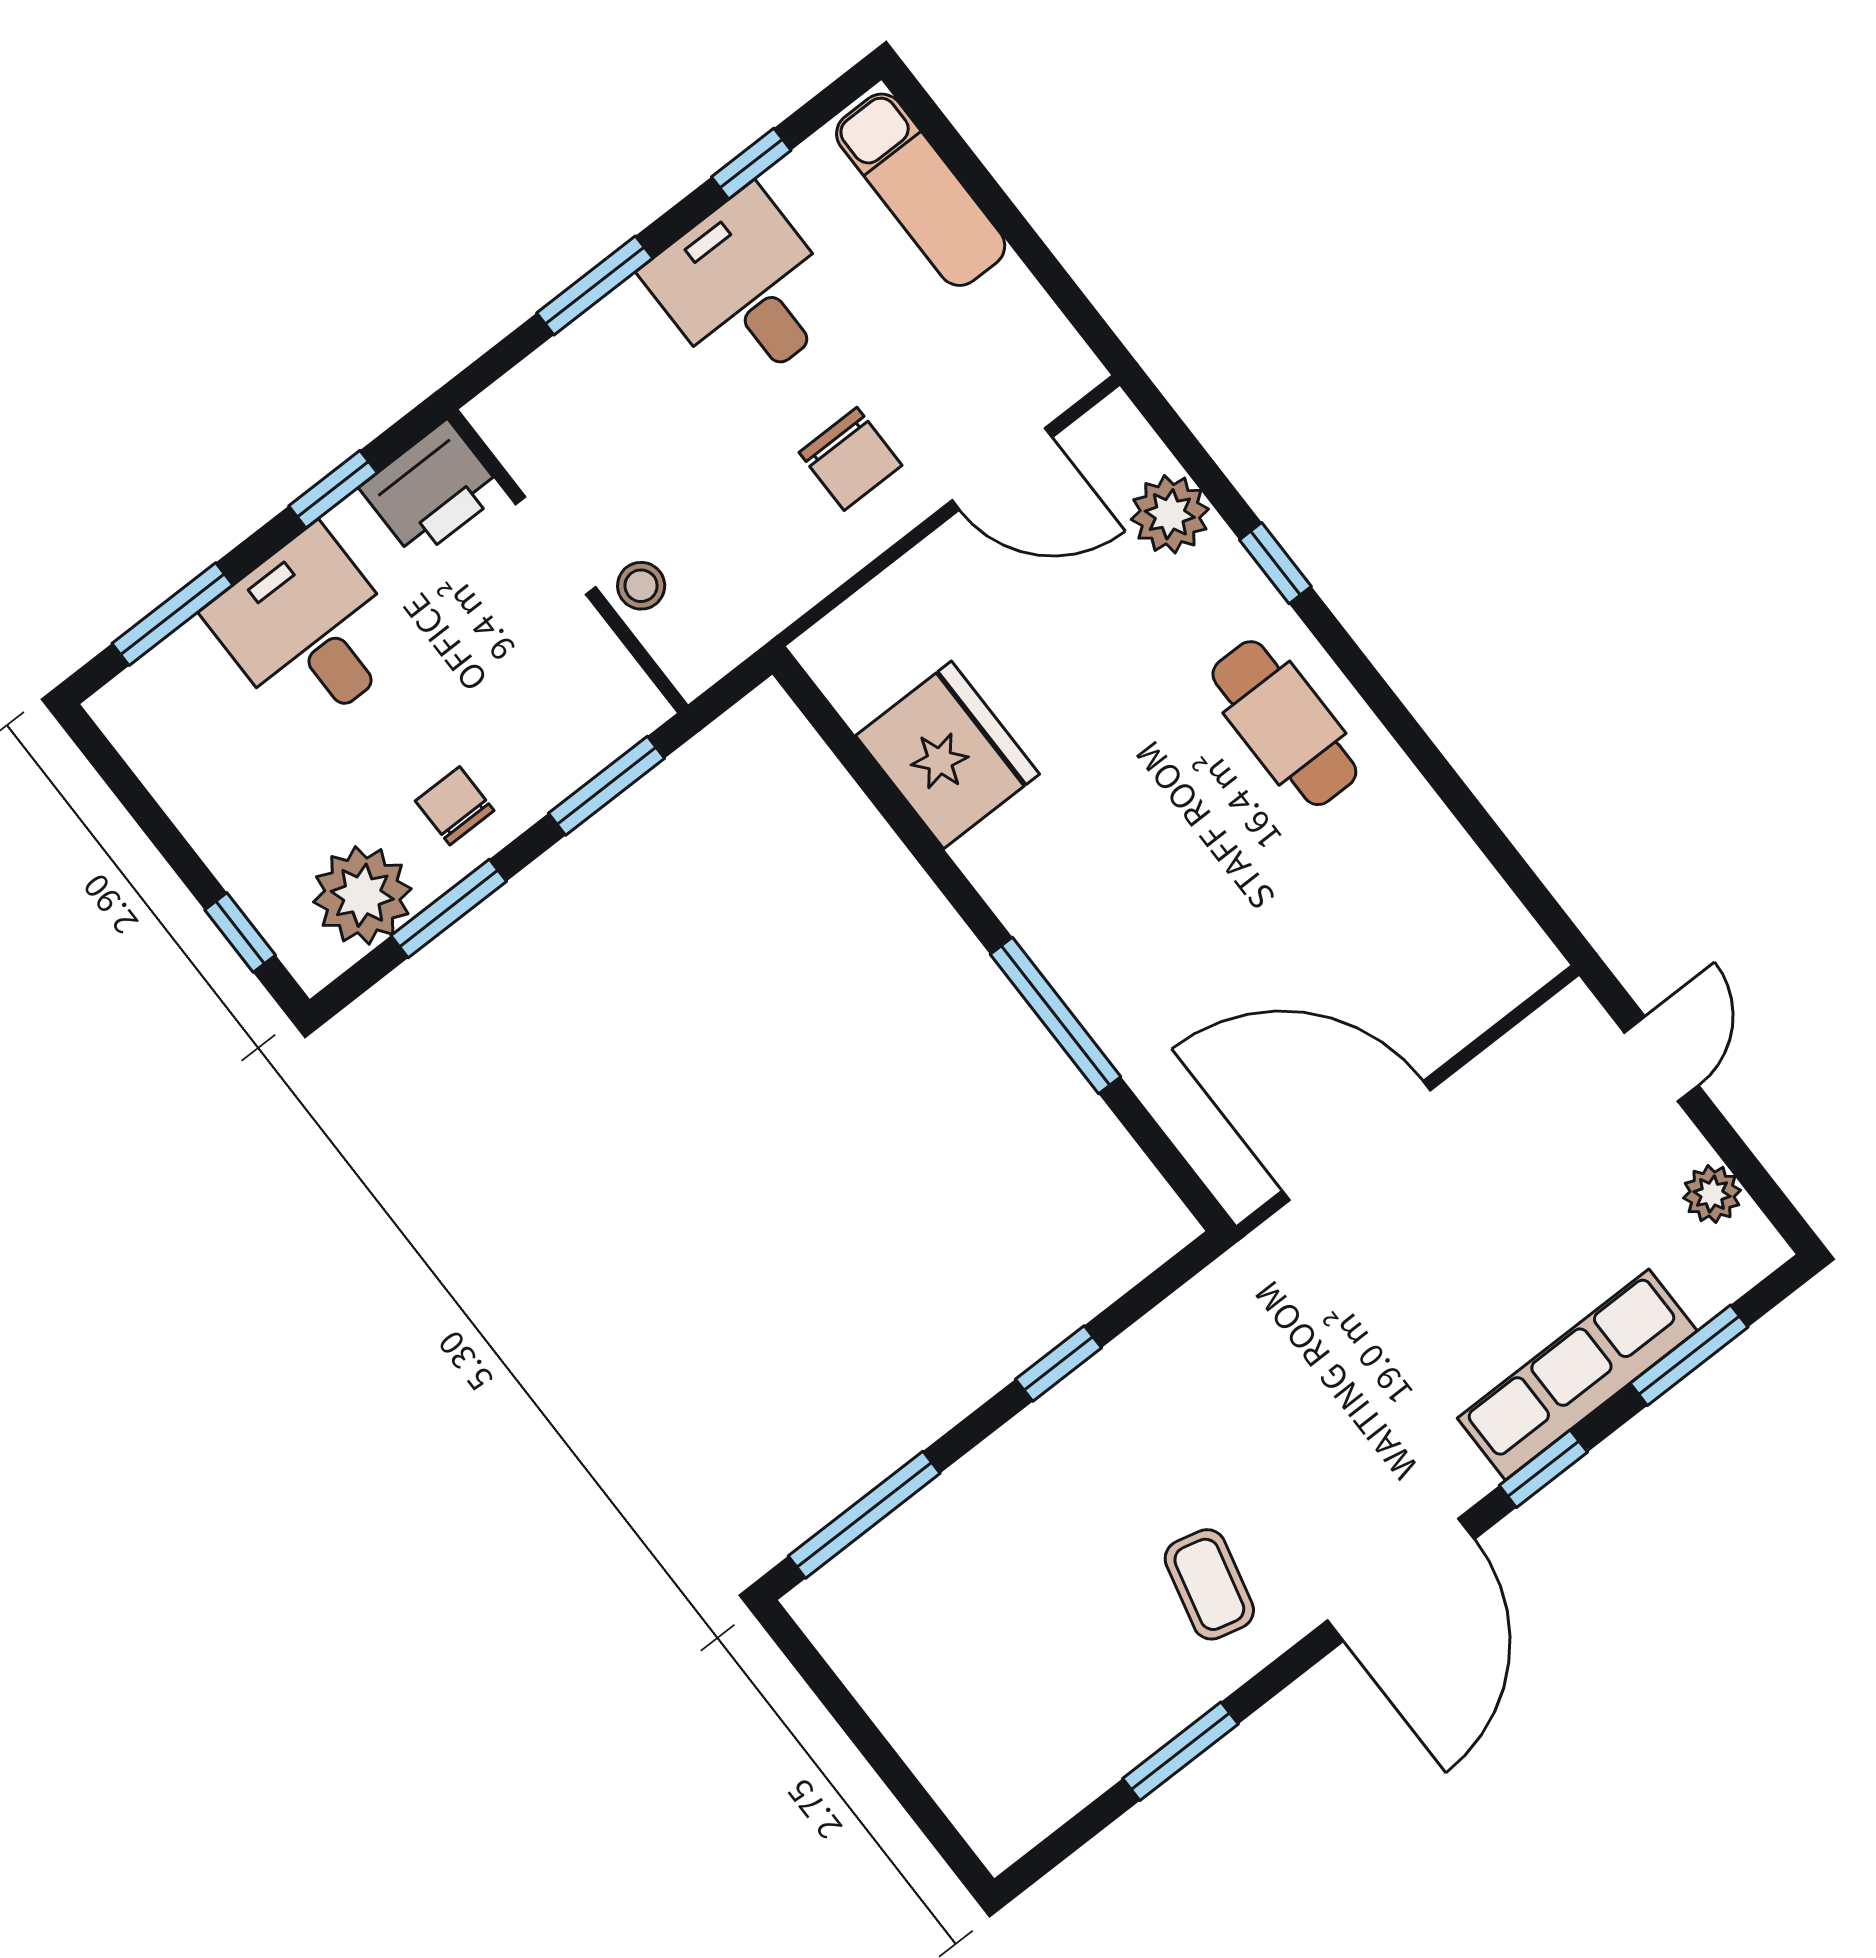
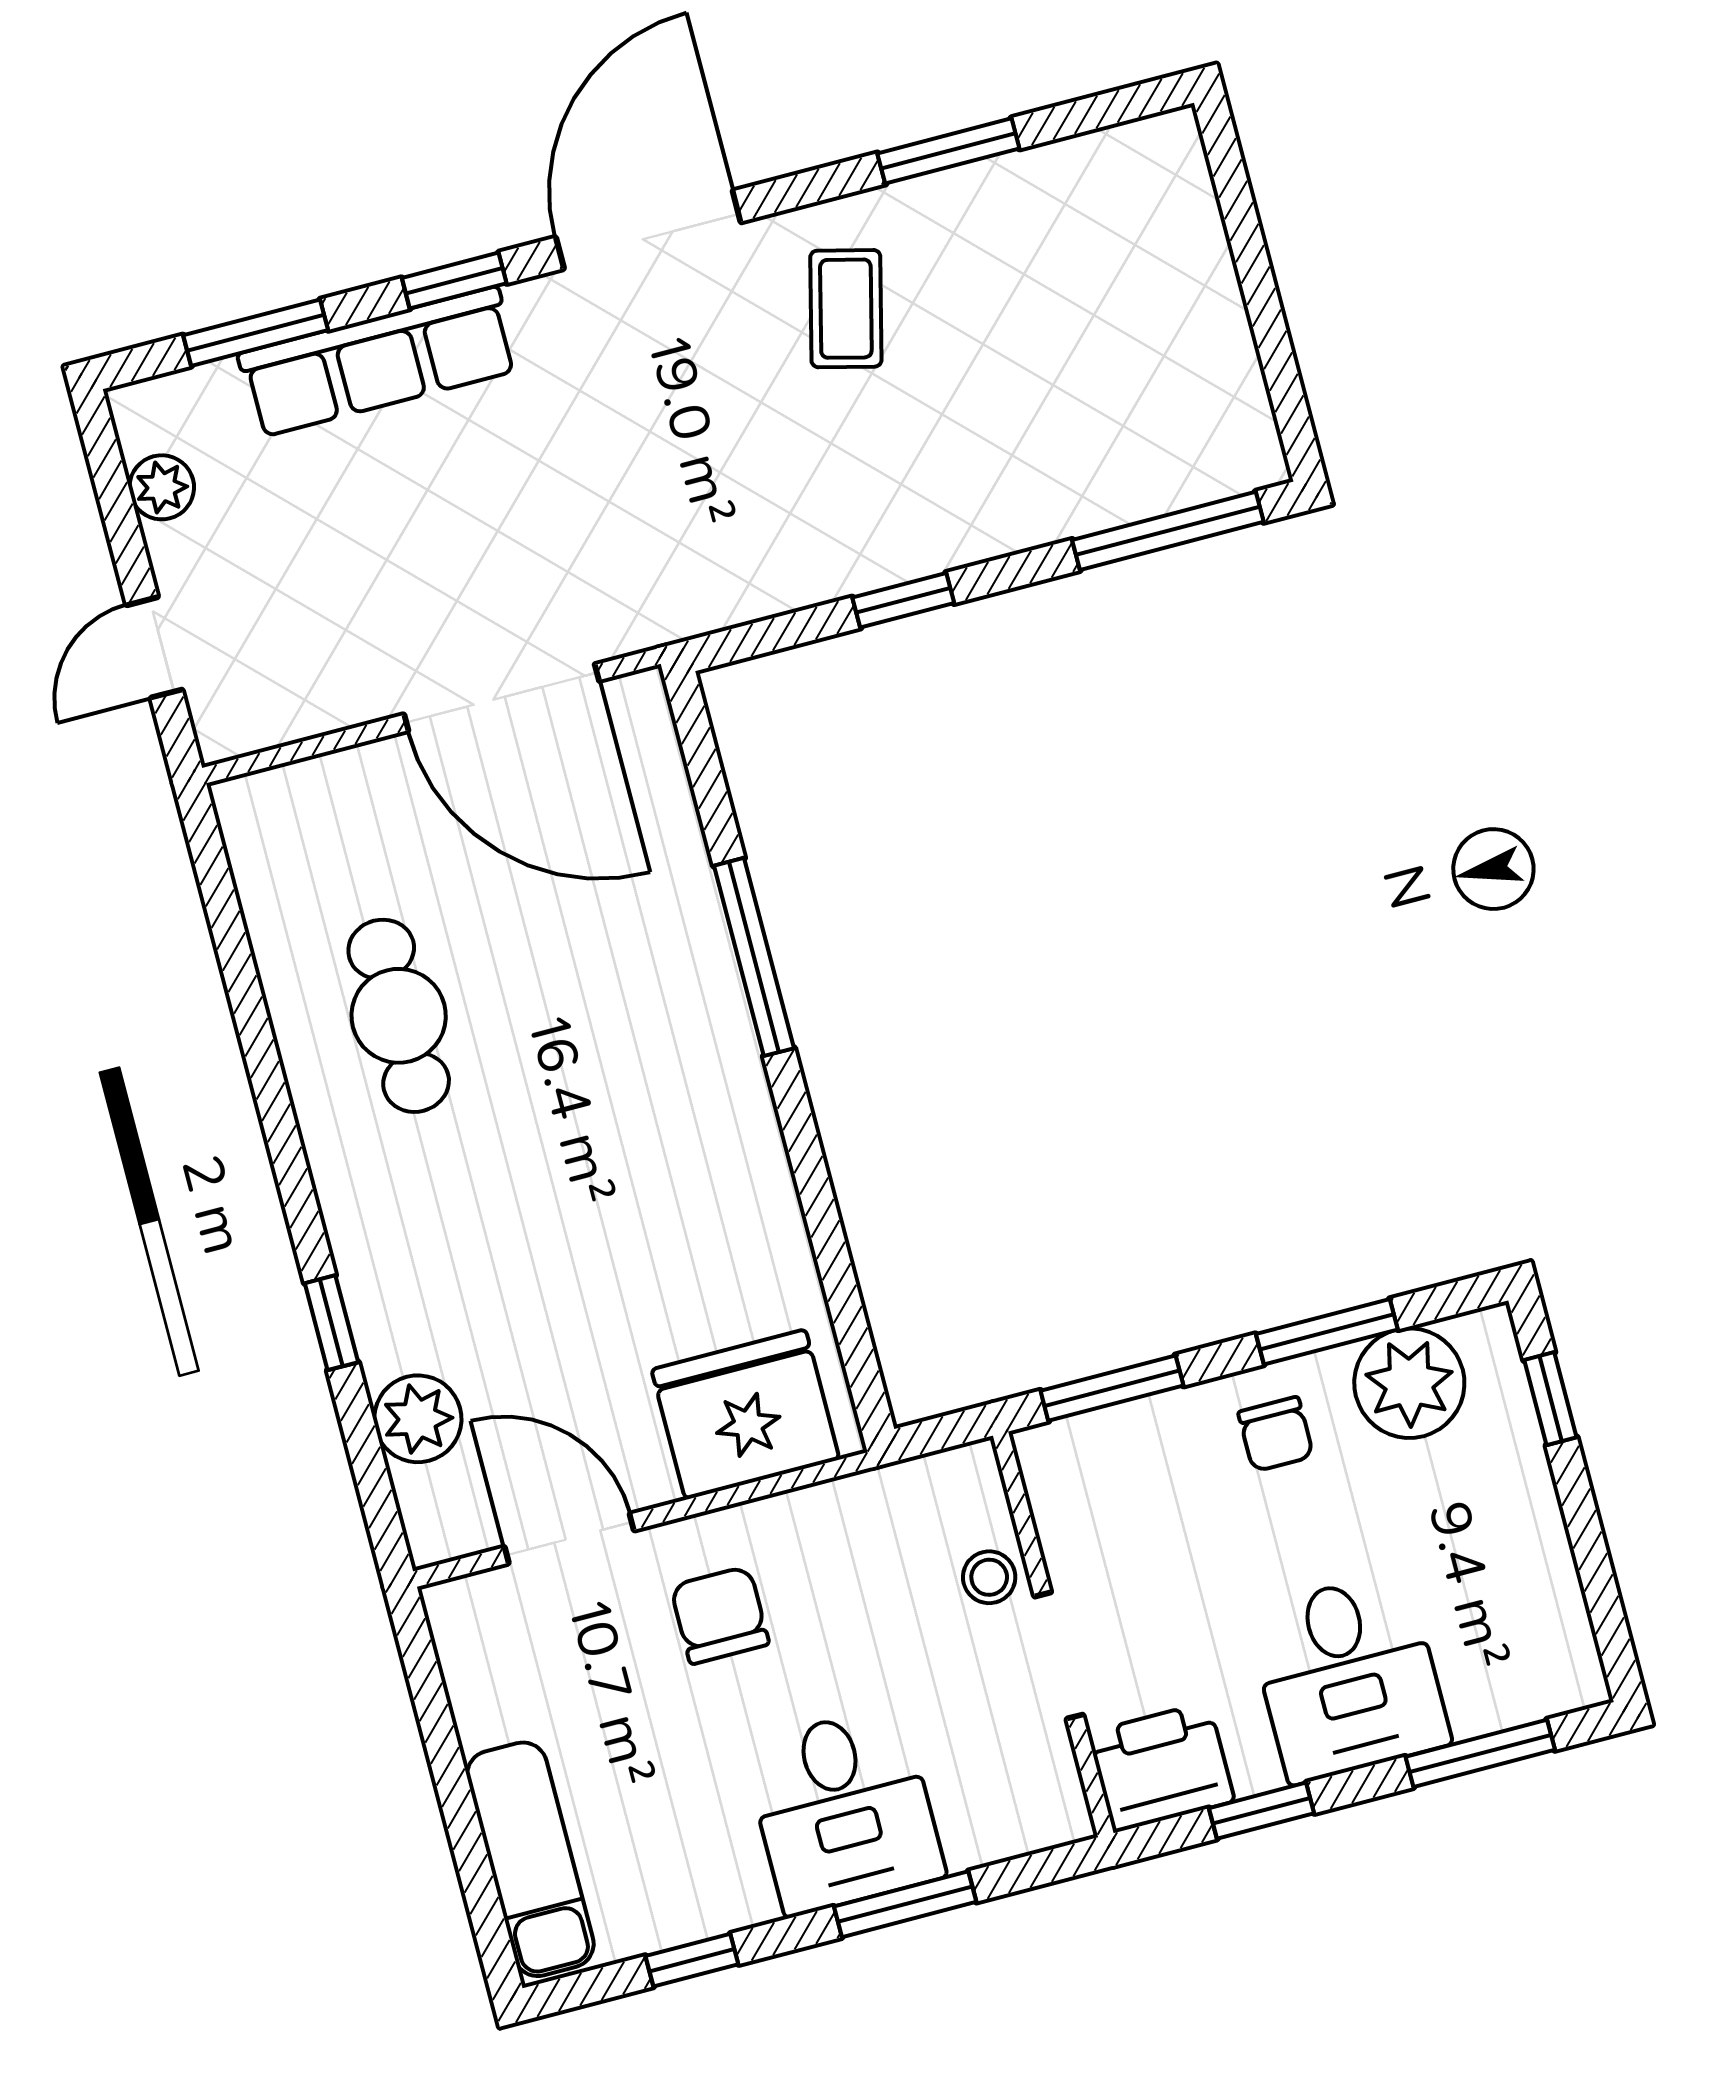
desk: (745, 290) -> (844, 1810), moved
cafe table: (1284, 723) -> (399, 1016), moved
fridge: (947, 755) -> (745, 1414), moved, turned 90

